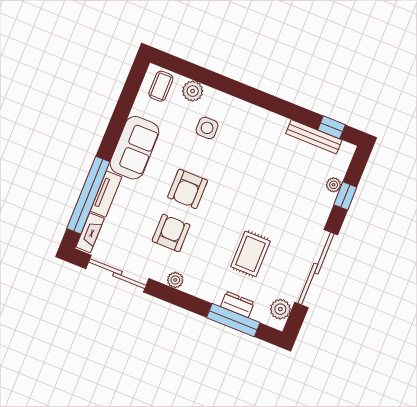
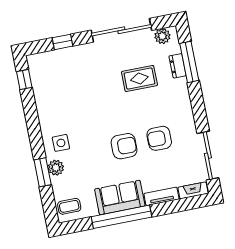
window: (217, 81) -> (43, 172), added
plant: (193, 91) -> (56, 168), moved
side table: (207, 128) -> (61, 143), moved
bench: (314, 137) -> (38, 87), removed
plant: (334, 185) -> (60, 54), removed
window: (88, 195) -> (122, 217), moved
plant: (175, 280) -> (188, 116), removed

